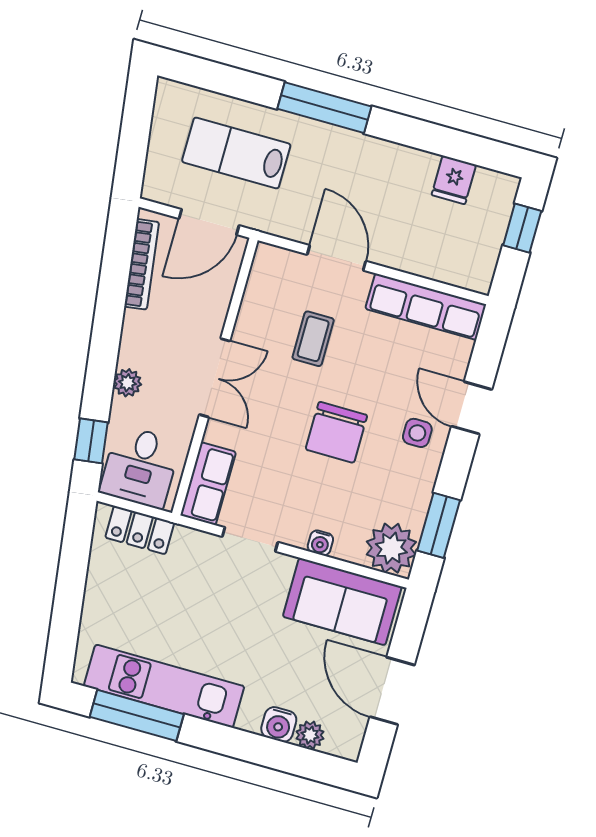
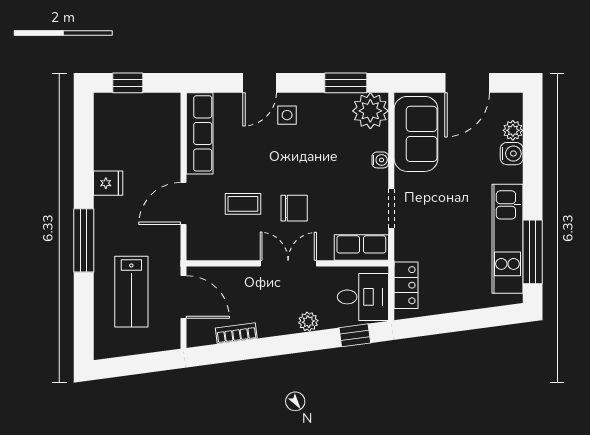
fridge: (454, 180) -> (108, 183), moved
bookcase: (142, 264) -> (236, 333), width x0.64
chair: (336, 432) -> (294, 208), moved, width x0.73, depth x0.73

